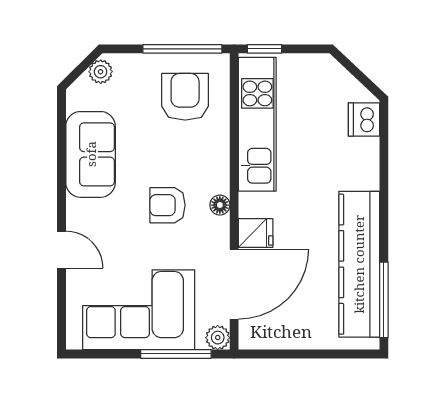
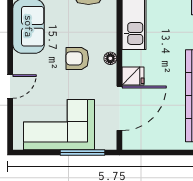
door: (61, 250) -> (10, 86), hinge flipped
plant: (218, 338) -> (109, 142), removed

